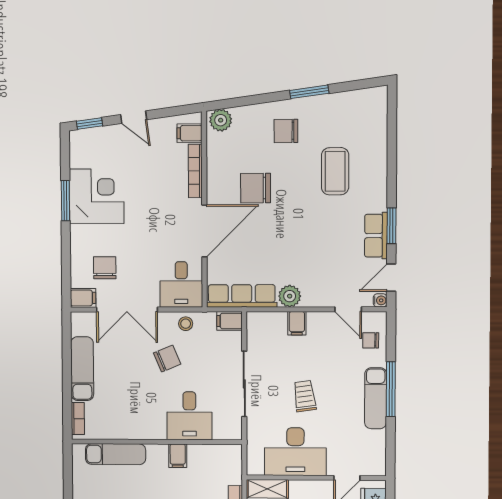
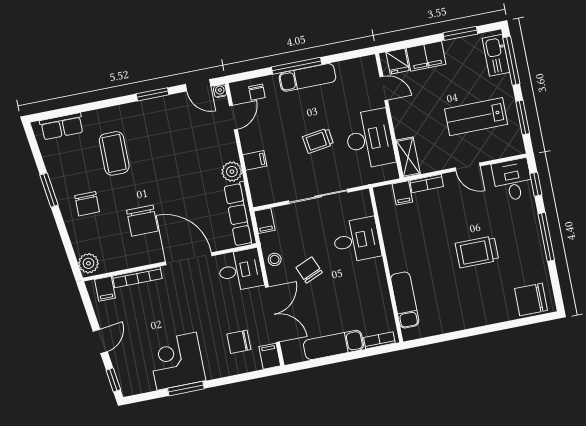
coffee table: (335, 171) -> (114, 153), turned 90
row of seats: (376, 236) -> (62, 126), moved
filing cabinet: (178, 456) -> (402, 193), moved, turned 90

